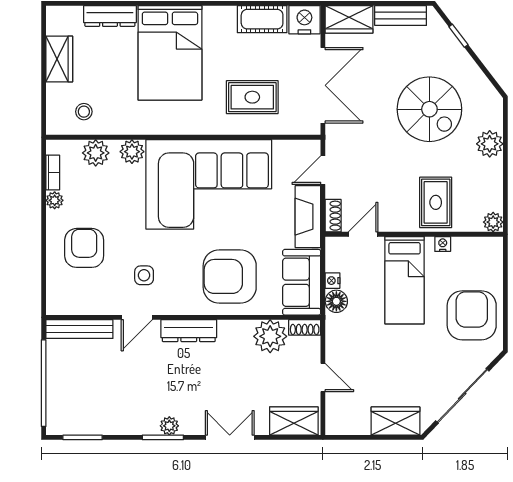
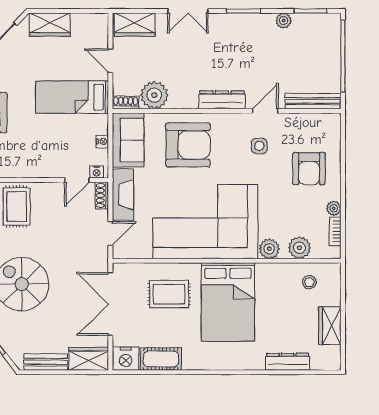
bed: (170, 53) -> (228, 302), moved, turned 180
nightstand: (443, 244) -> (97, 172), moved
bed: (405, 280) -> (72, 97), moved, turned -90
floor lamp: (336, 301) -> (99, 124), removed
plant: (169, 426) -> (284, 21), moved

